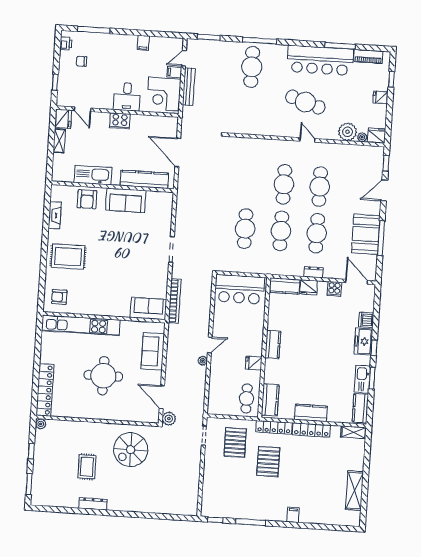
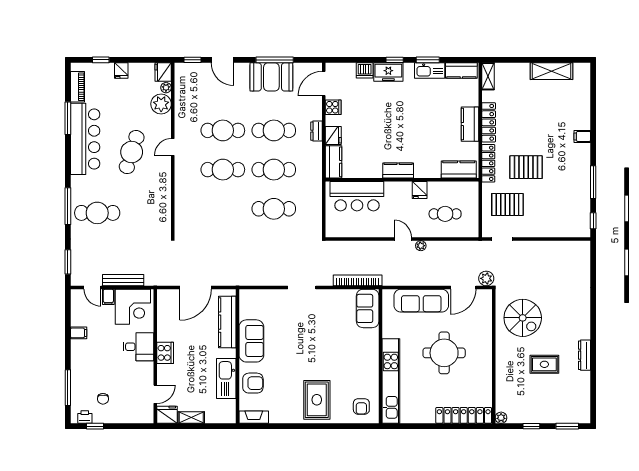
window: (55, 82) -> (95, 426), moved
fireplace: (55, 215) -> (254, 417), moved
bar counter: (239, 289) -> (357, 196), moved, turned 90
sofa: (153, 351) -> (421, 301), width x1.36
cafe table: (247, 398) -> (445, 214), moved

